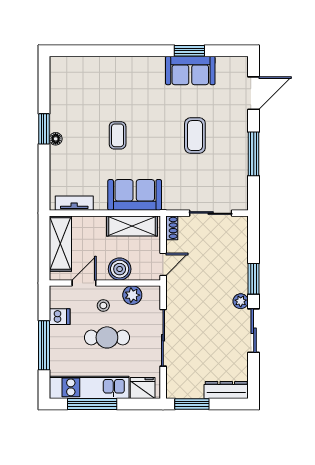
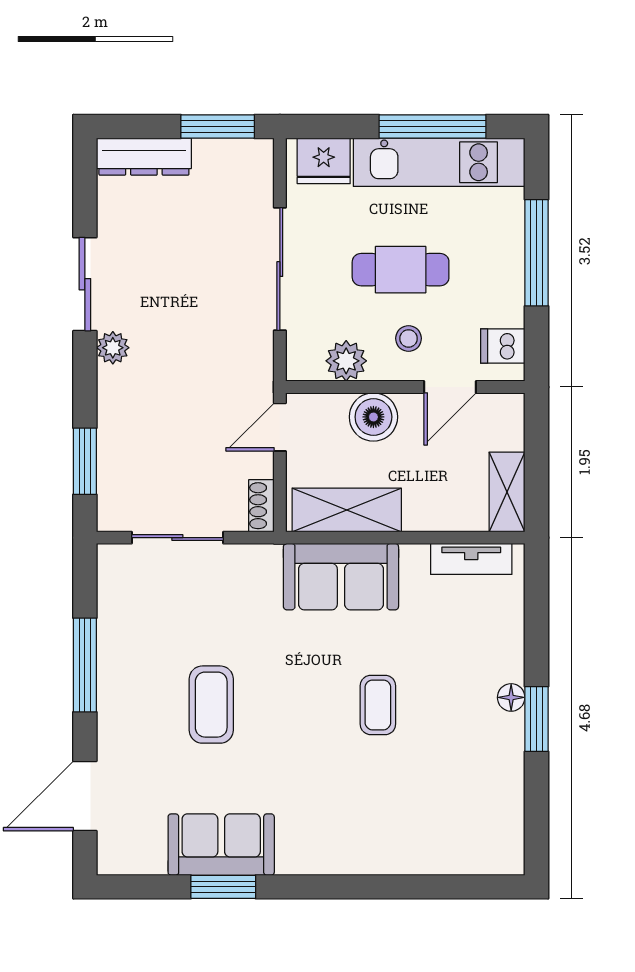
shelving: (60, 244) -> (507, 492), width x0.67, depth x0.75
window: (254, 279) -> (85, 461), moved
dishwasher: (60, 317) -> (503, 346), moved

